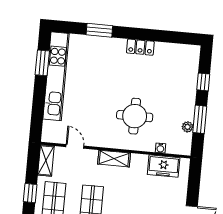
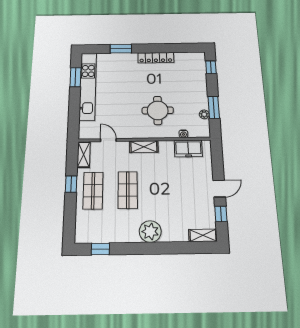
locker: (140, 47) -> (156, 58), width x1.53
window: (203, 82) -> (211, 67), moved

